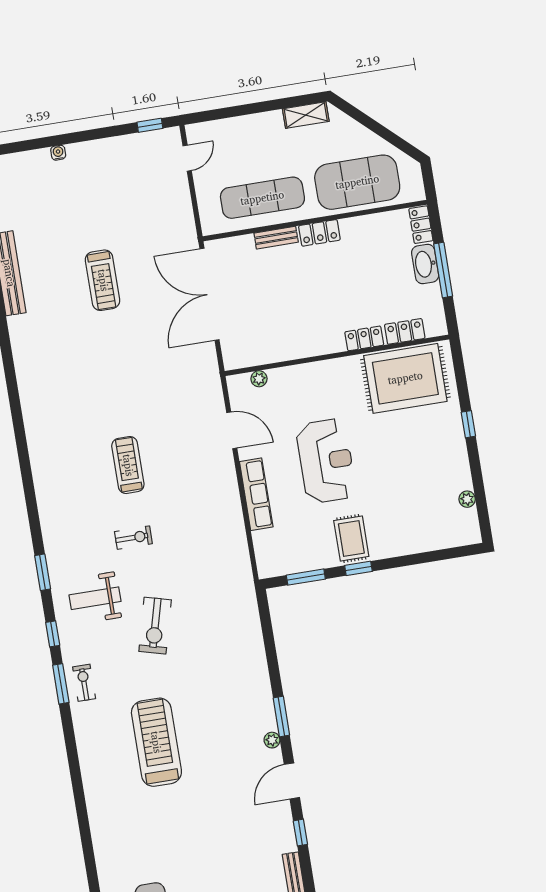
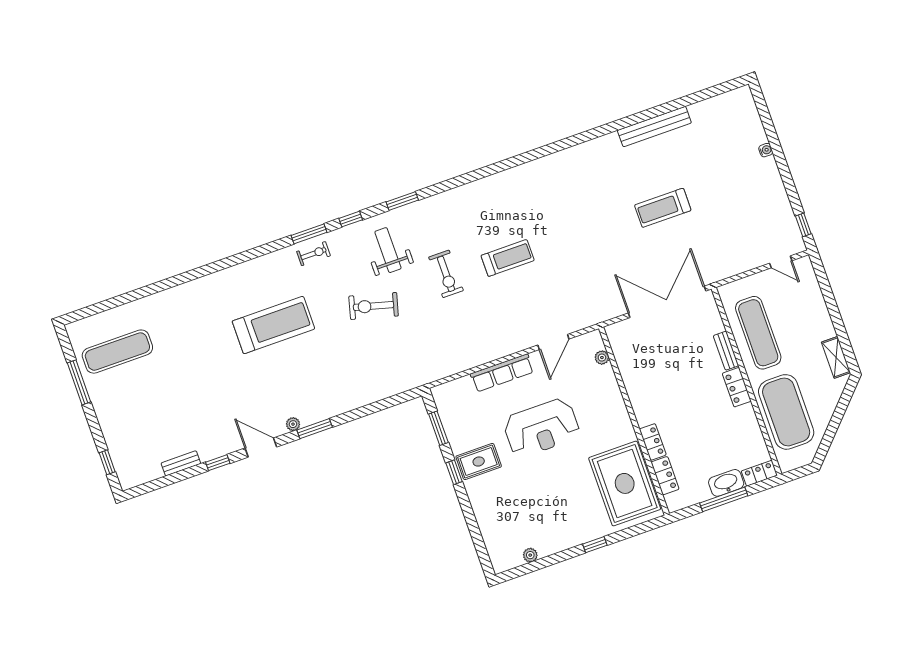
exercise bike: (133, 538) -> (446, 274), width x1.38, depth x1.39

